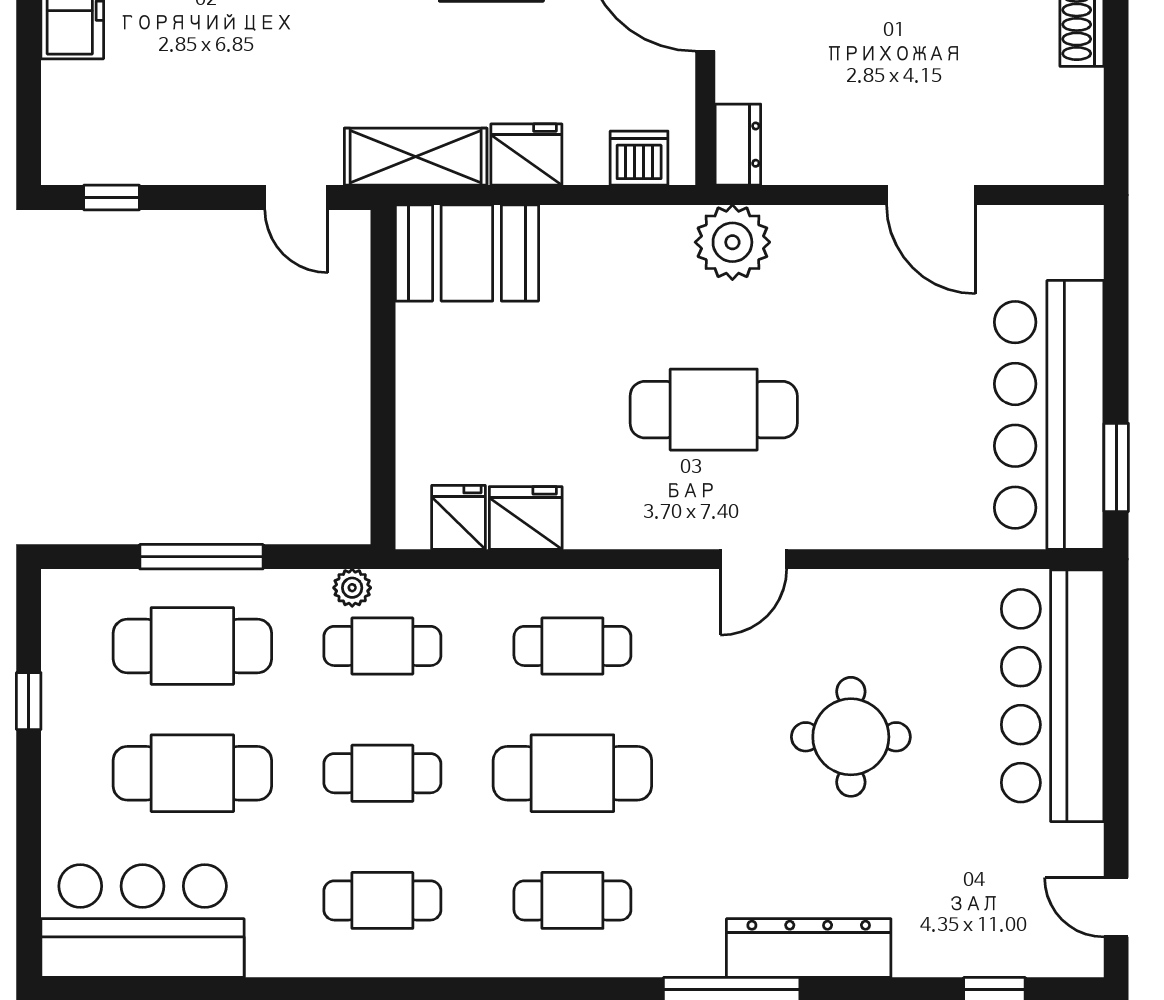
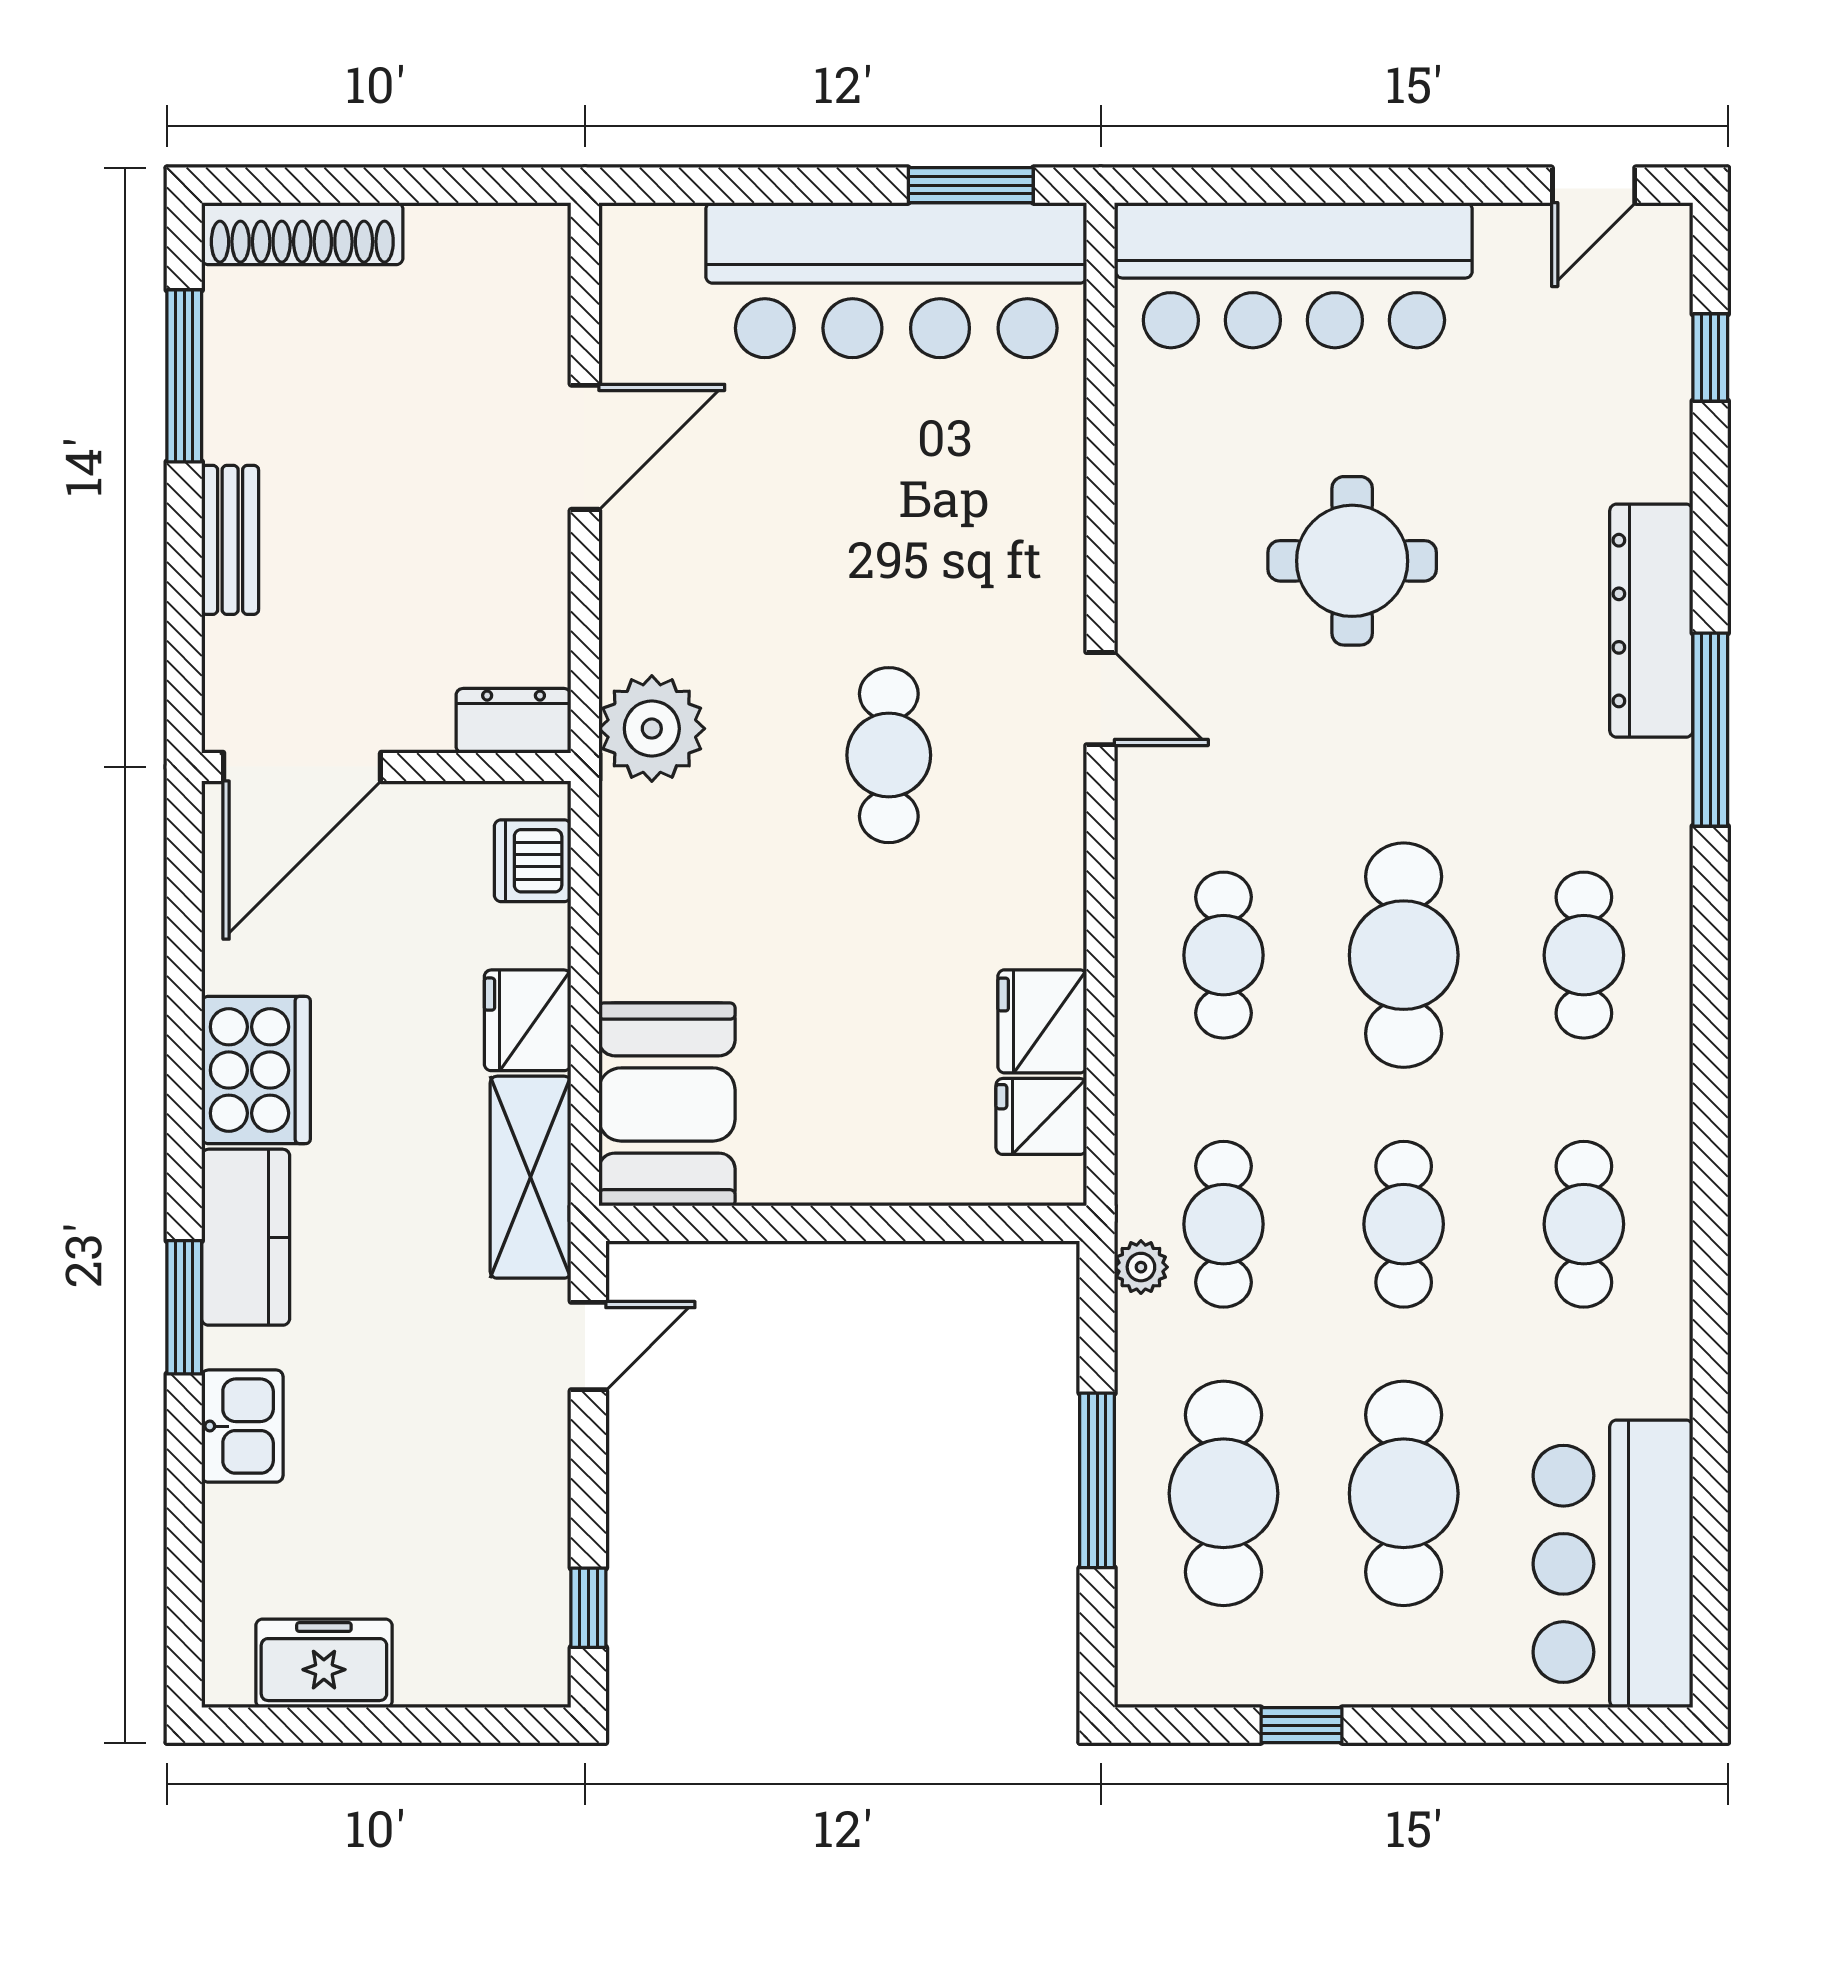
cafe table: (714, 410) -> (889, 755), width x0.73, depth x0.74

